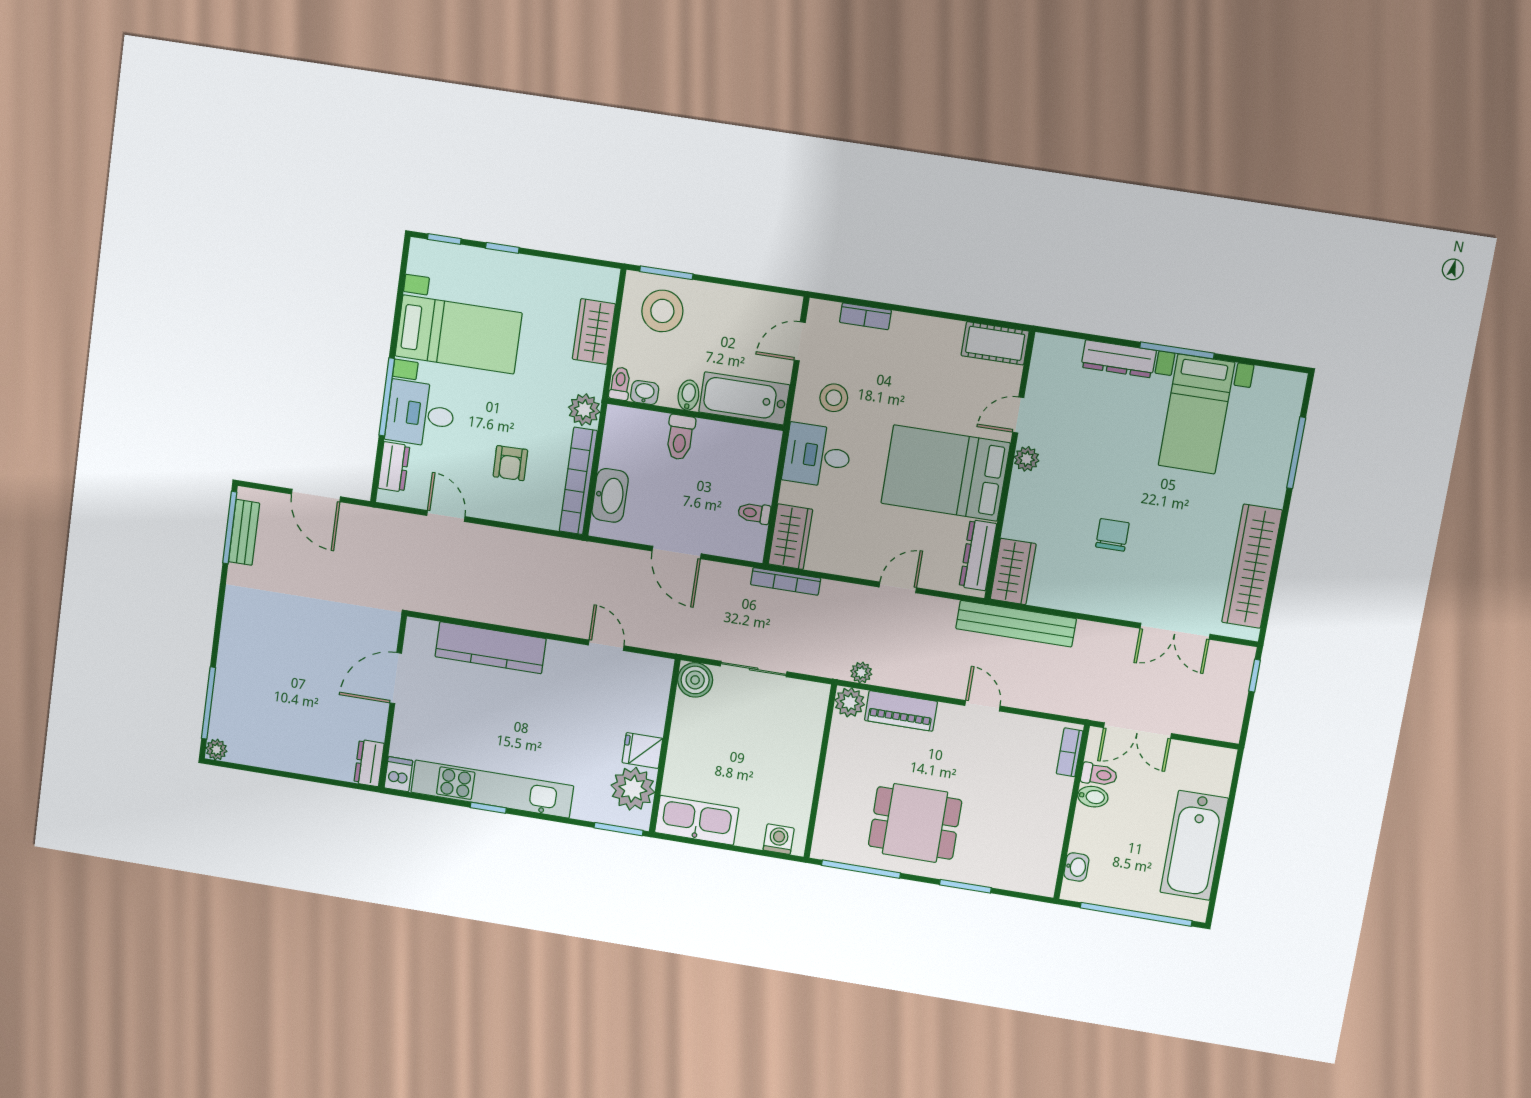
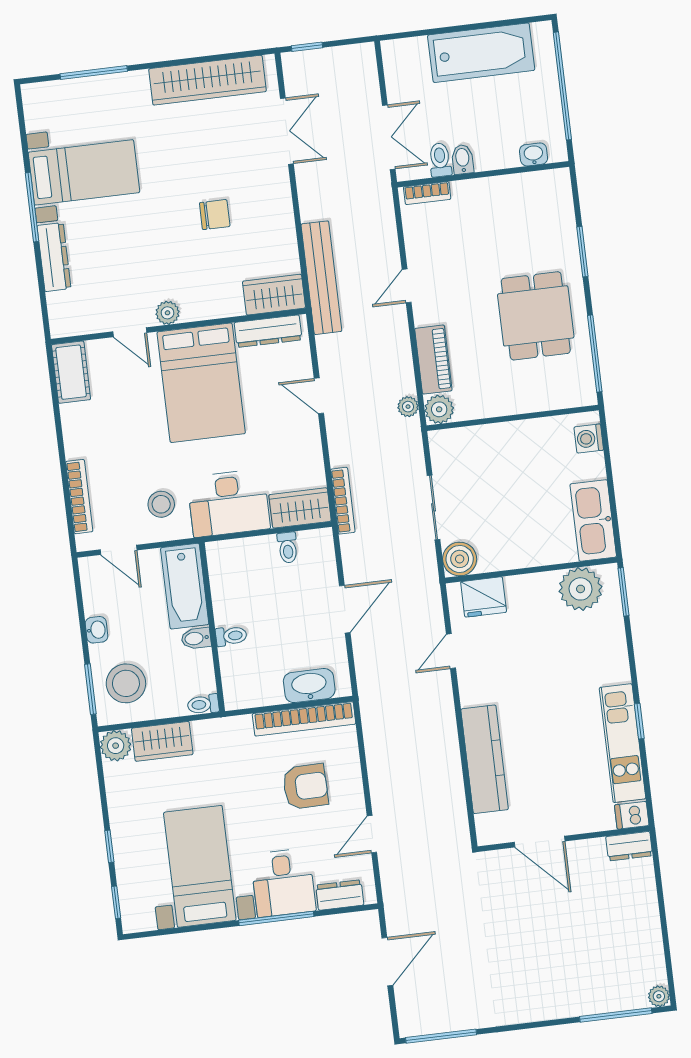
bookcase: (865, 316) -> (79, 497), width x1.56
washbasin: (645, 393) -> (96, 630), moved, turned 180
plant: (584, 410) -> (116, 746), moved
toilet: (680, 437) -> (231, 636), width x0.73, depth x0.72
desk: (817, 455) -> (229, 503), width x1.37
armchair: (510, 463) -> (305, 787), width x1.38, depth x1.38
bench: (244, 532) -> (442, 1021), removed
chair: (1112, 535) -> (215, 215), turned 180
fridge: (642, 751) -> (484, 597), moved, width x1.38
kitchen unit: (492, 789) -> (623, 743), width x0.73

